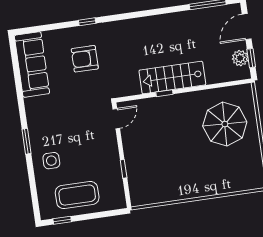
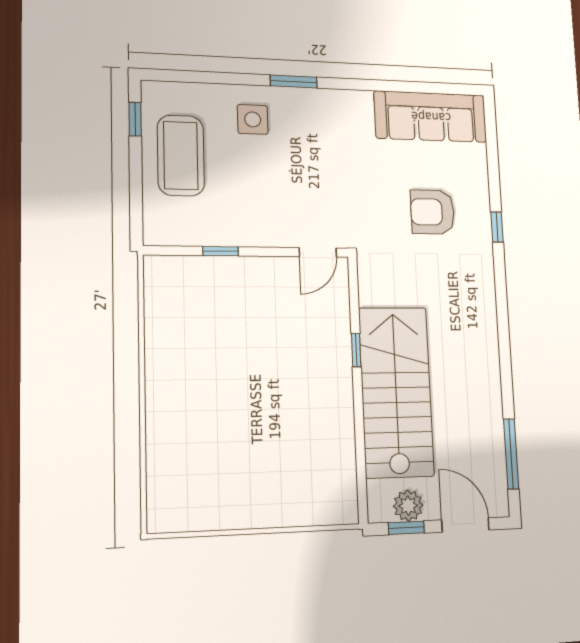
armchair: (85, 59) -> (433, 212), turned -90
stairs: (172, 78) -> (396, 392), width x1.36, depth x1.51
door: (116, 119) -> (318, 252), hinge flipped
parasol: (225, 124) -> (285, 461), removed

